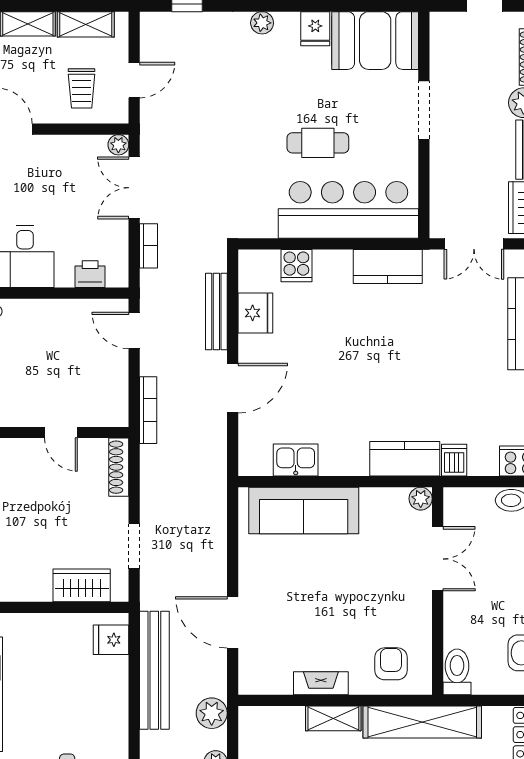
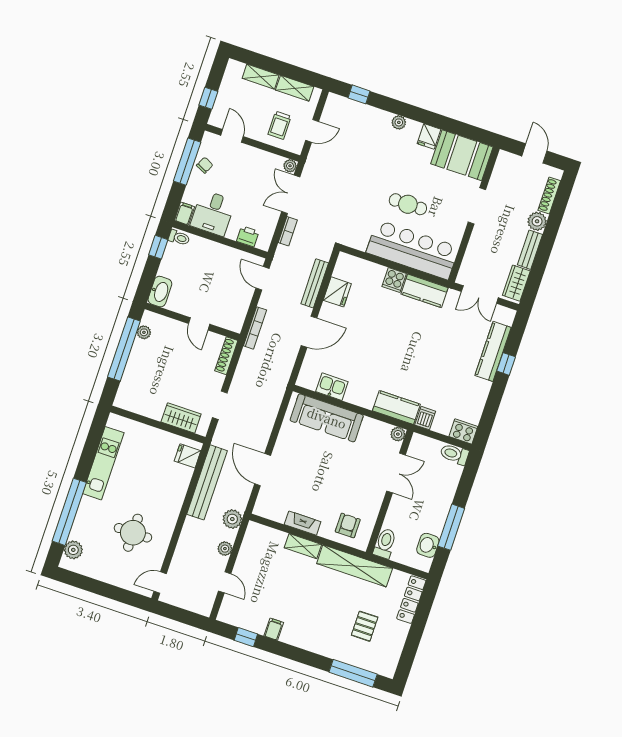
cooker: (296, 266) -> (394, 280), moved

